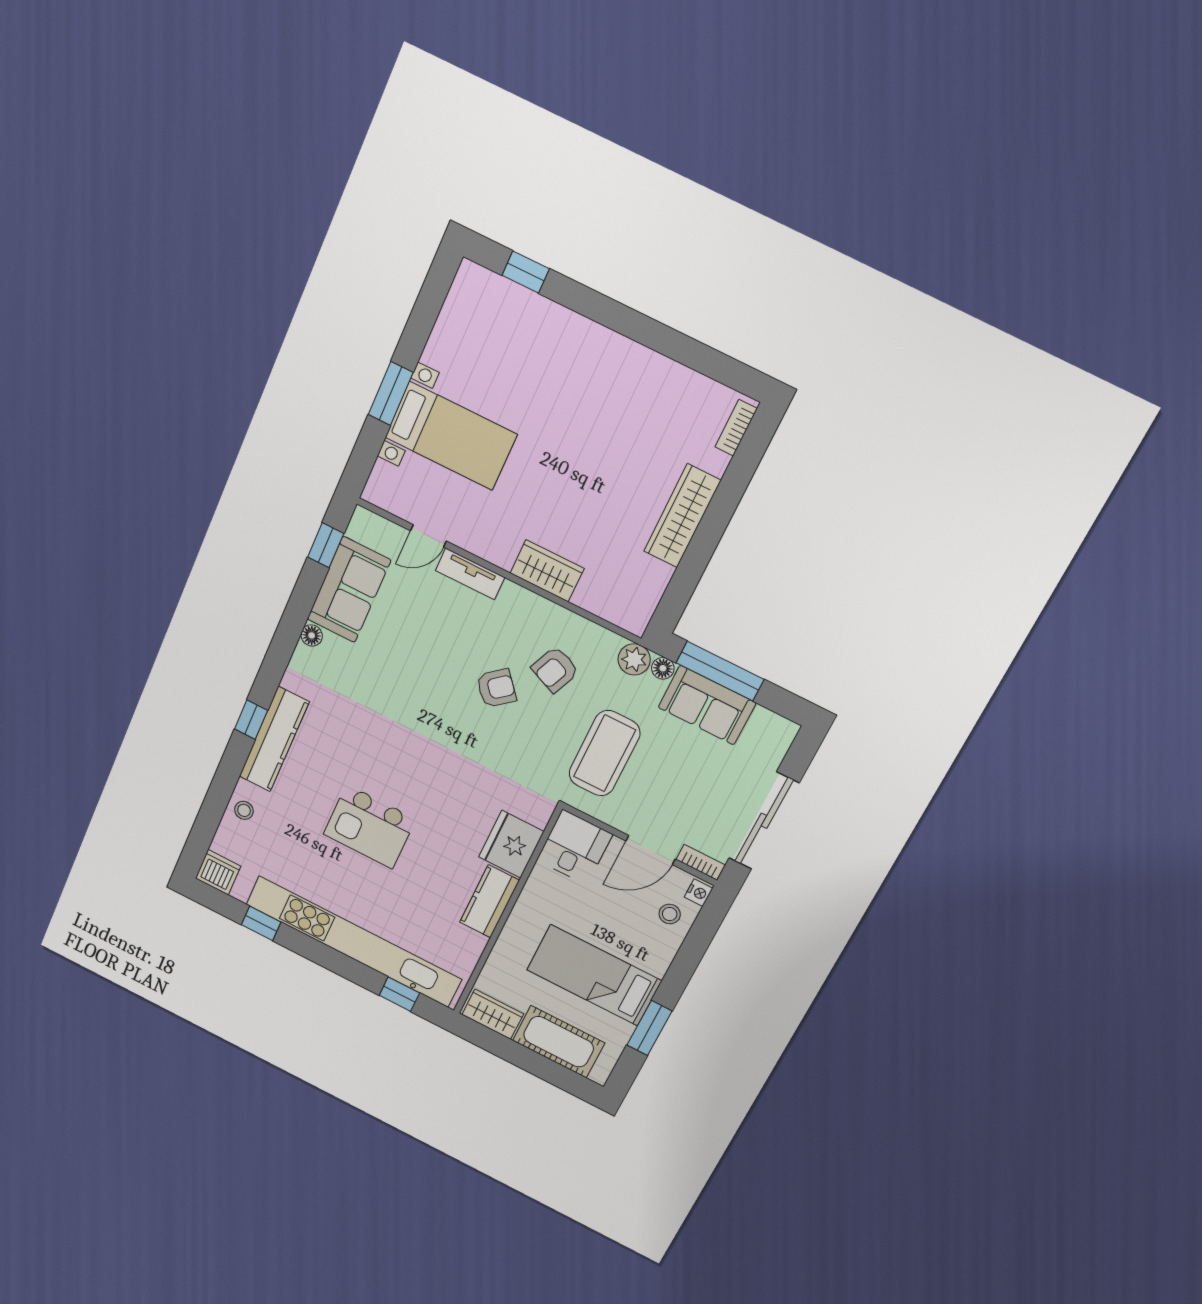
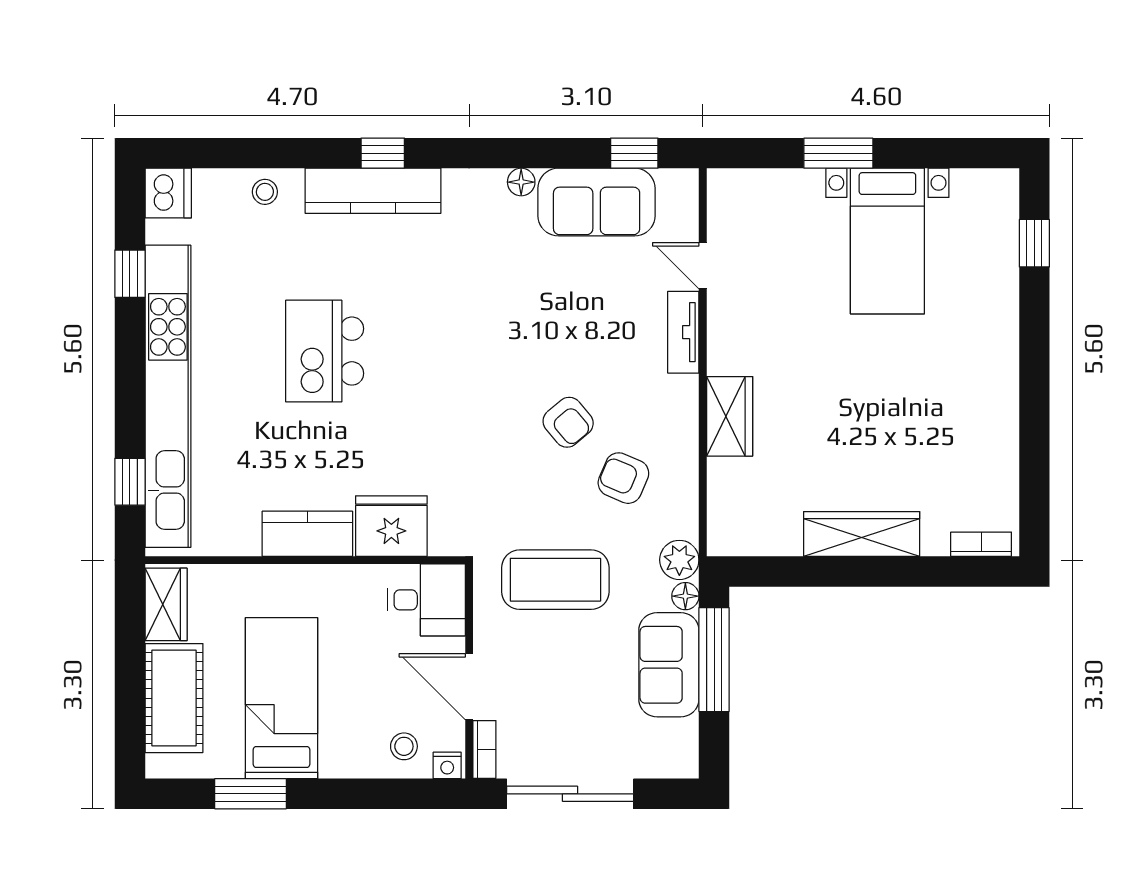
bed with nightstands: (451, 436) -> (887, 241), moved

